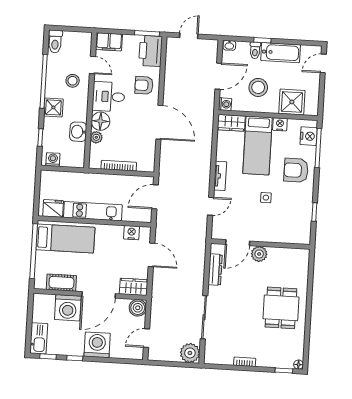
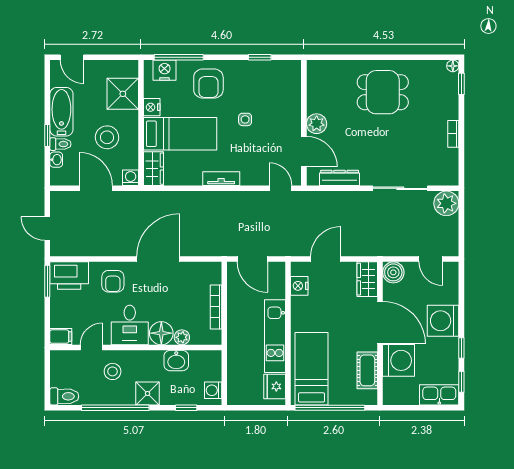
filing cabinet: (109, 42) -> (61, 337), width x0.50
washbasin: (229, 45) -> (56, 160), moved
door: (211, 206) -> (280, 188), moved

